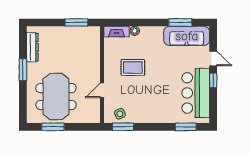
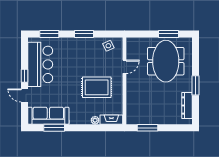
rug: (133, 67) -> (97, 87), width x1.36, depth x1.43
window: (123, 127) -> (84, 34), moved

